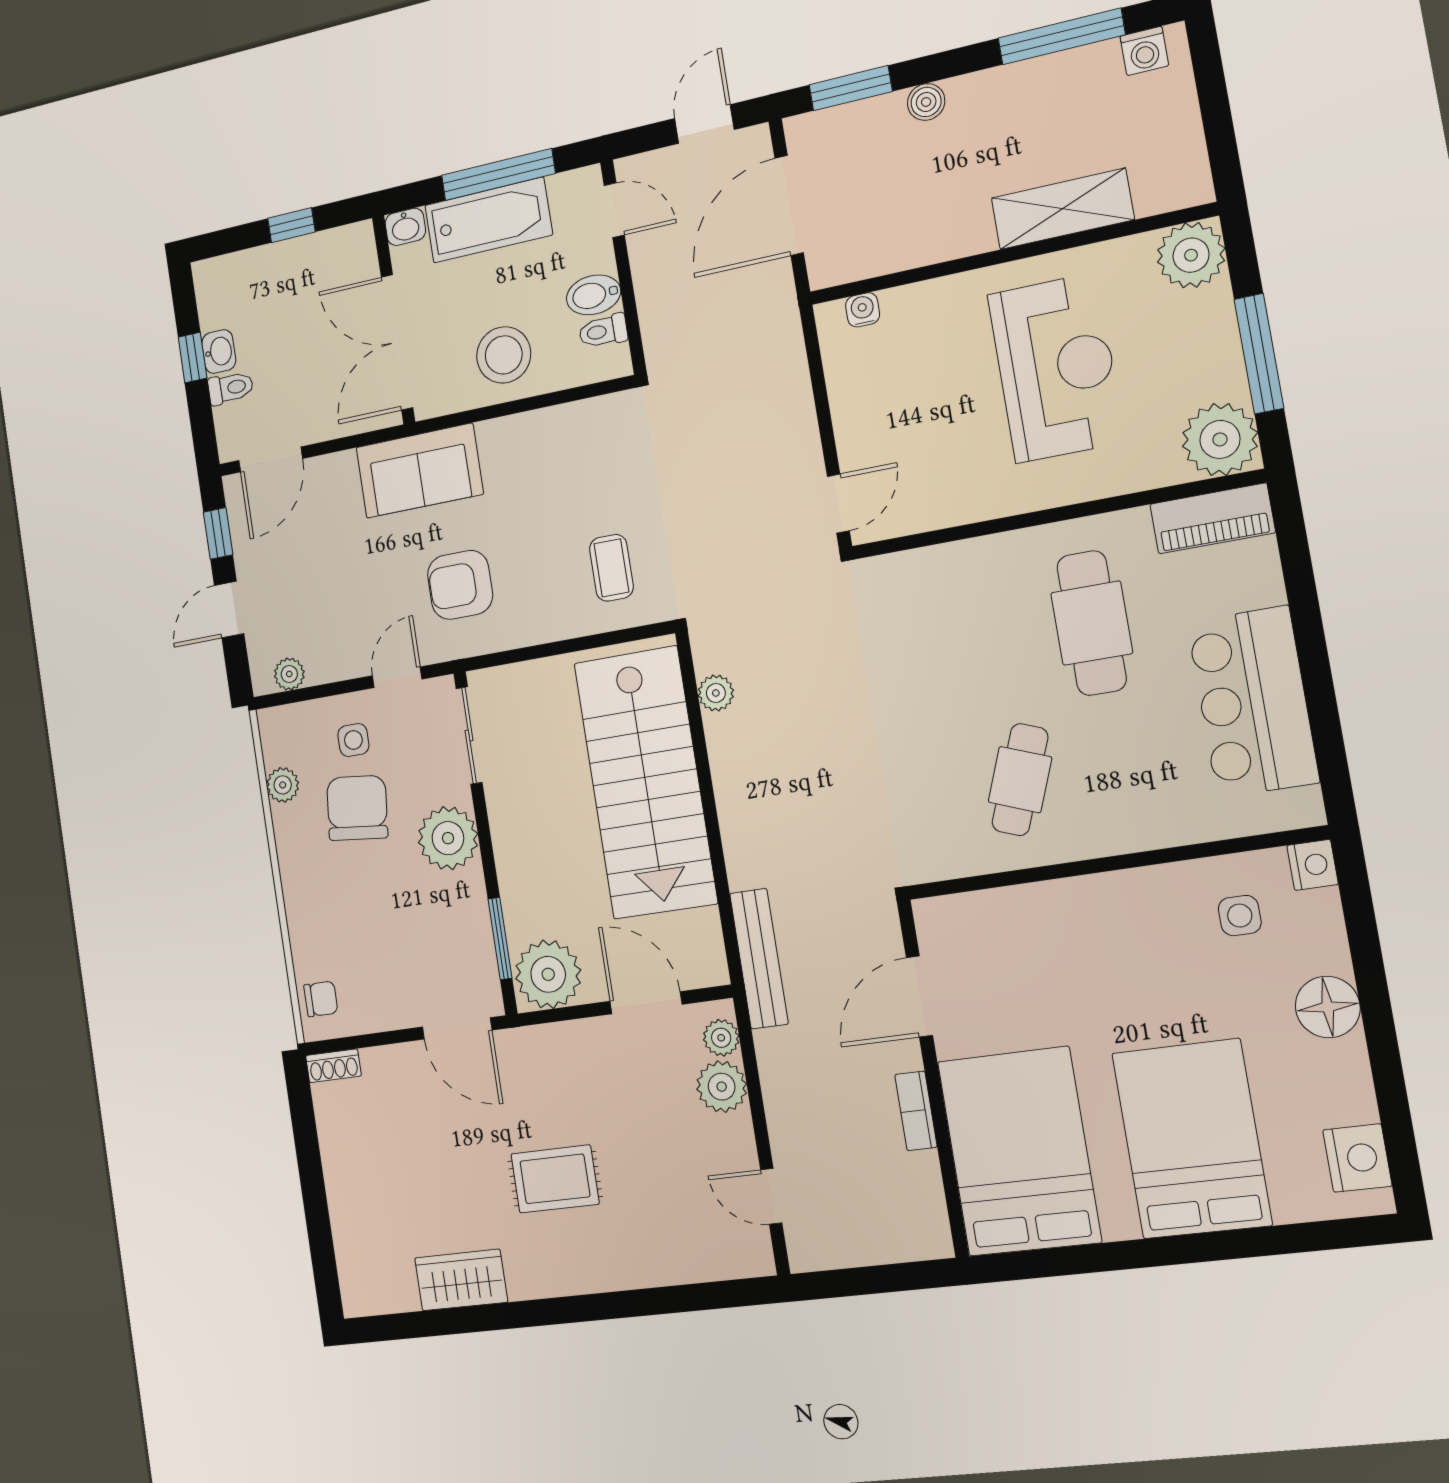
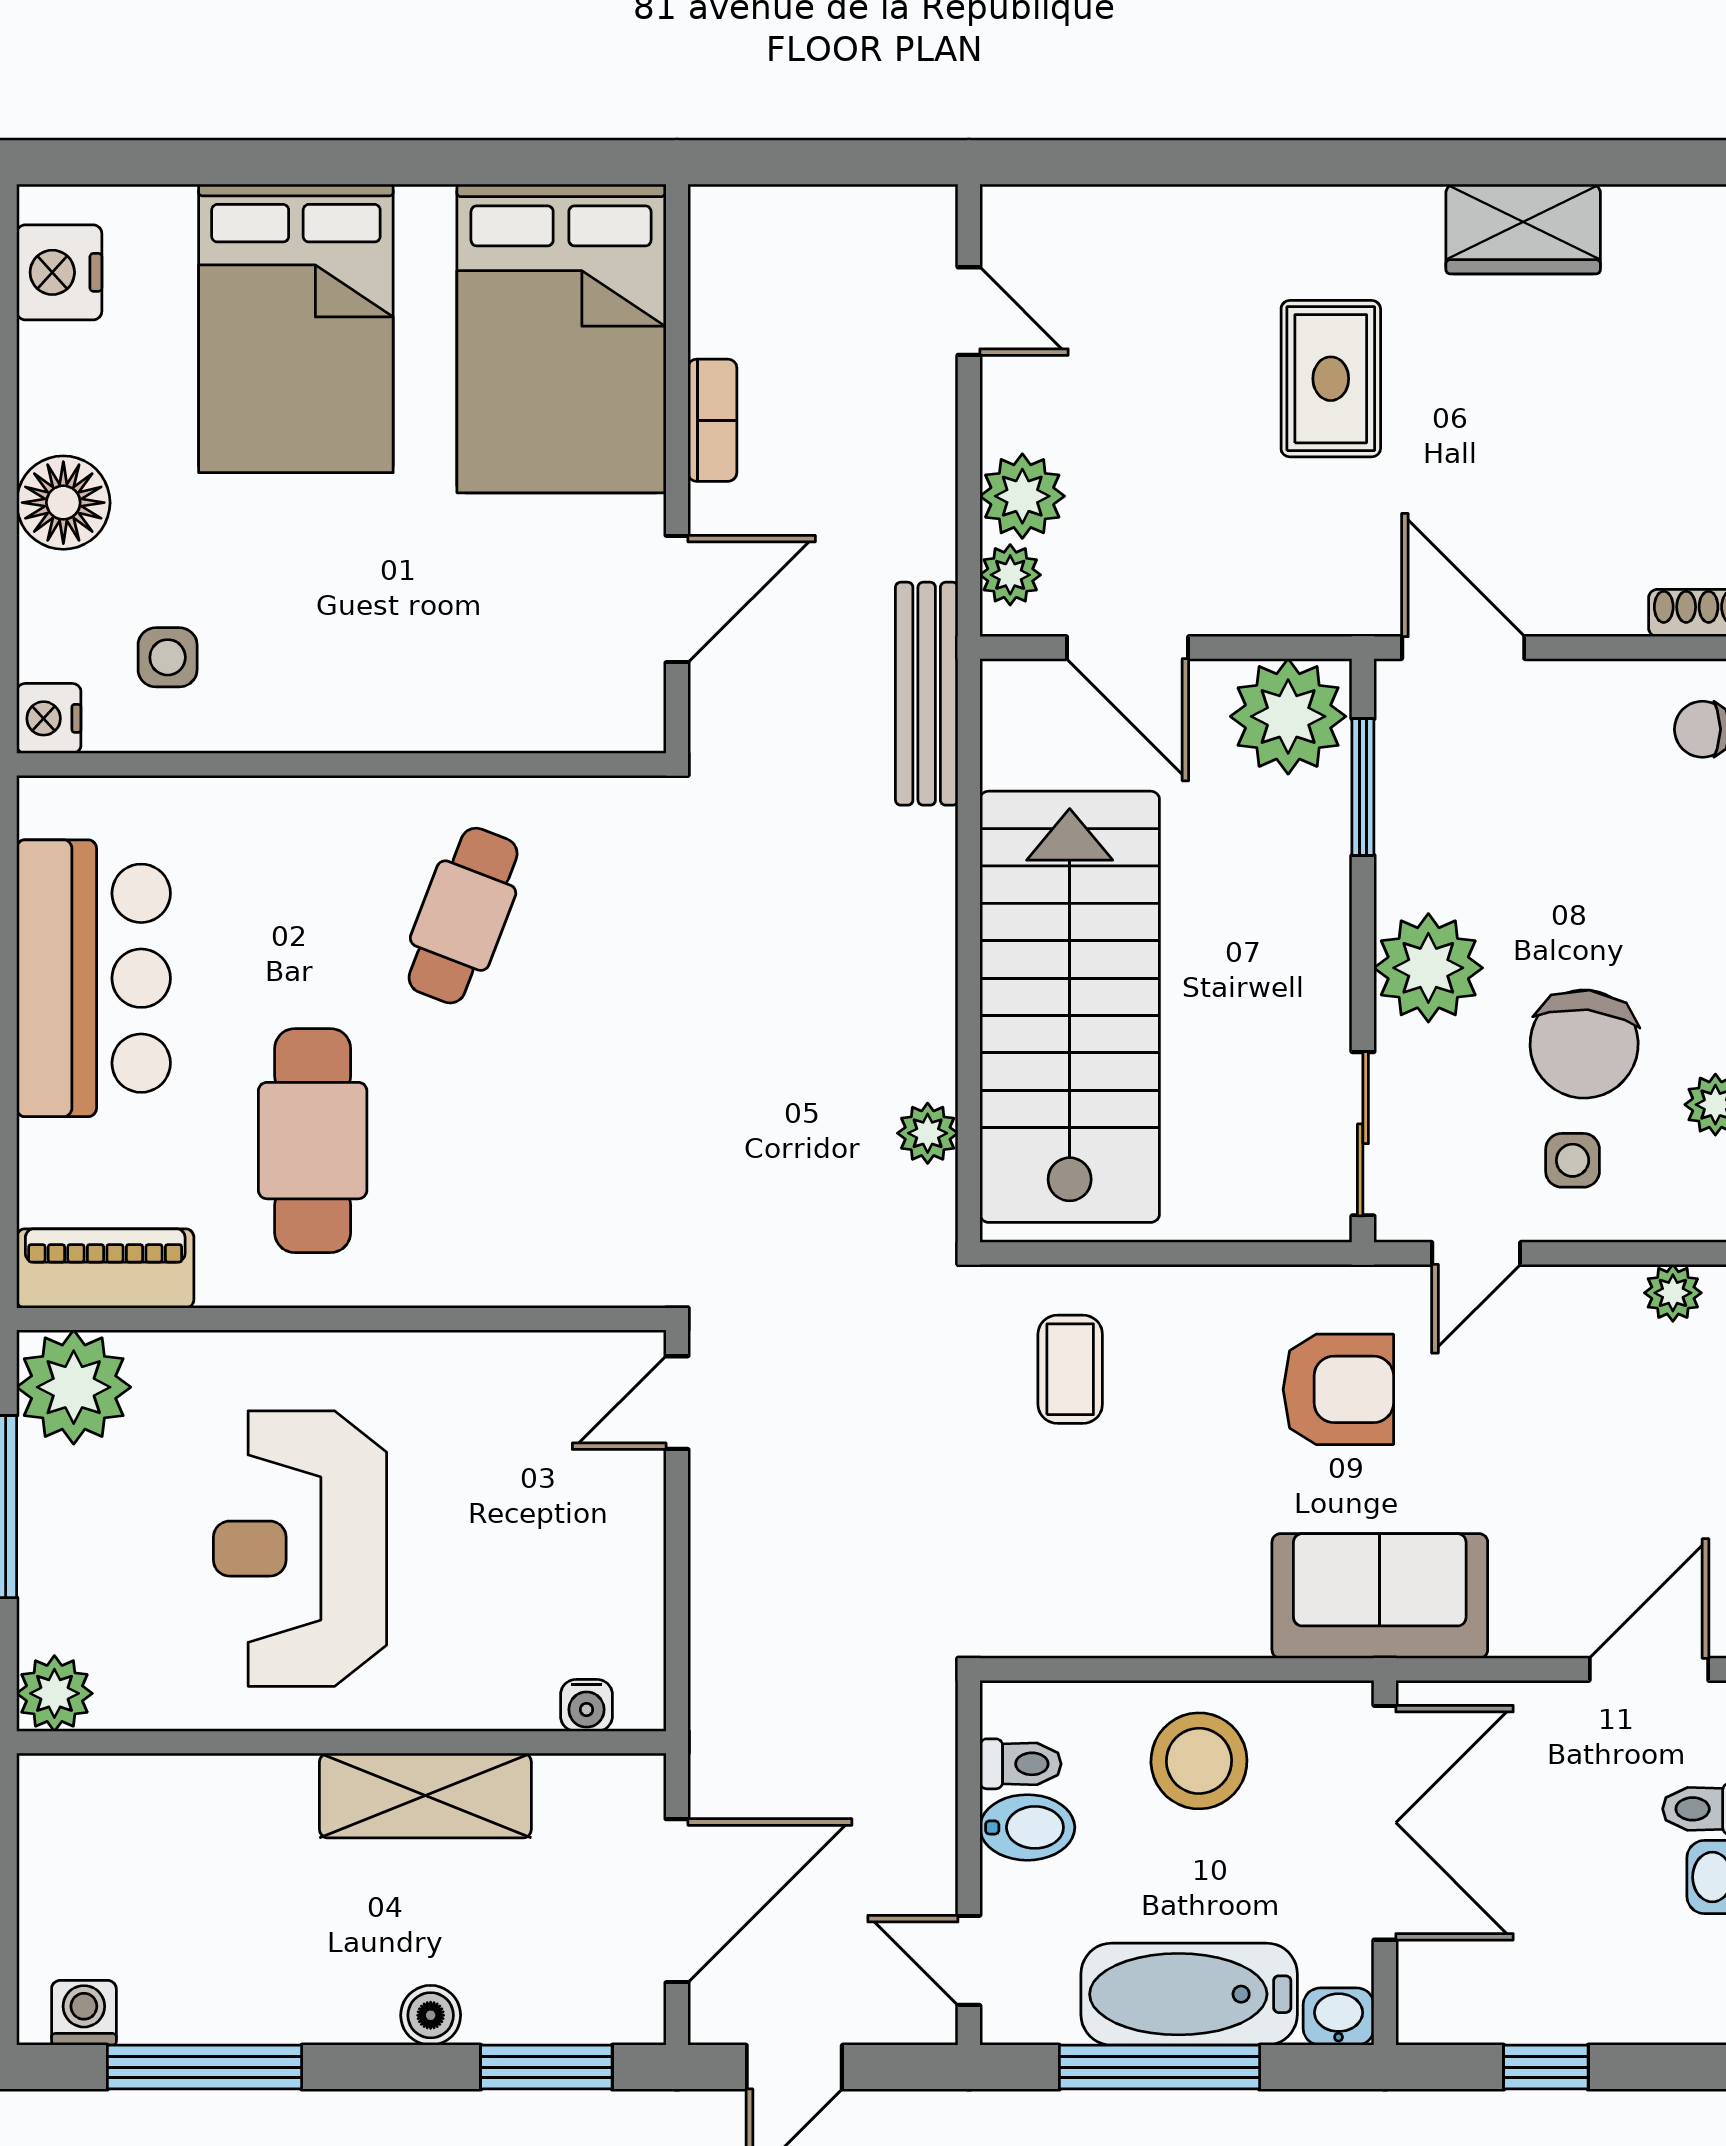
shelving: (1063, 209) -> (425, 1796), moved
plant: (1191, 255) -> (54, 1693), width x0.73, depth x0.73
rug: (555, 1179) -> (1331, 379), turned 90

